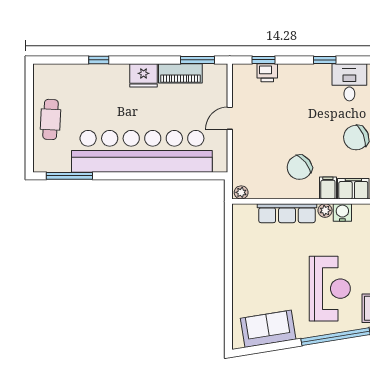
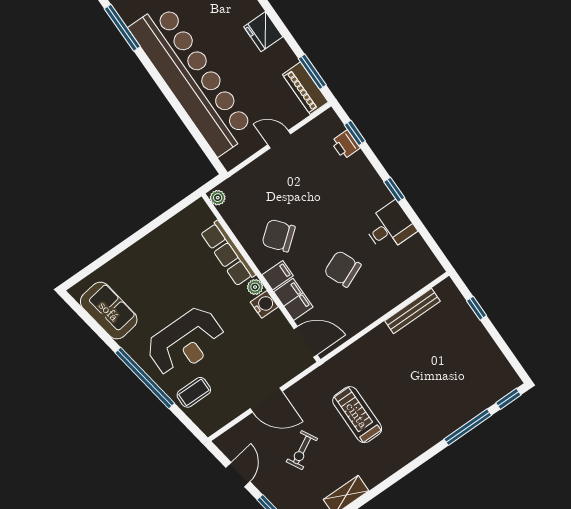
piano: (180, 73) -> (305, 88), moved

